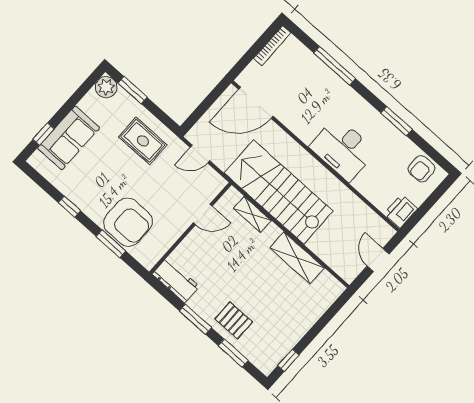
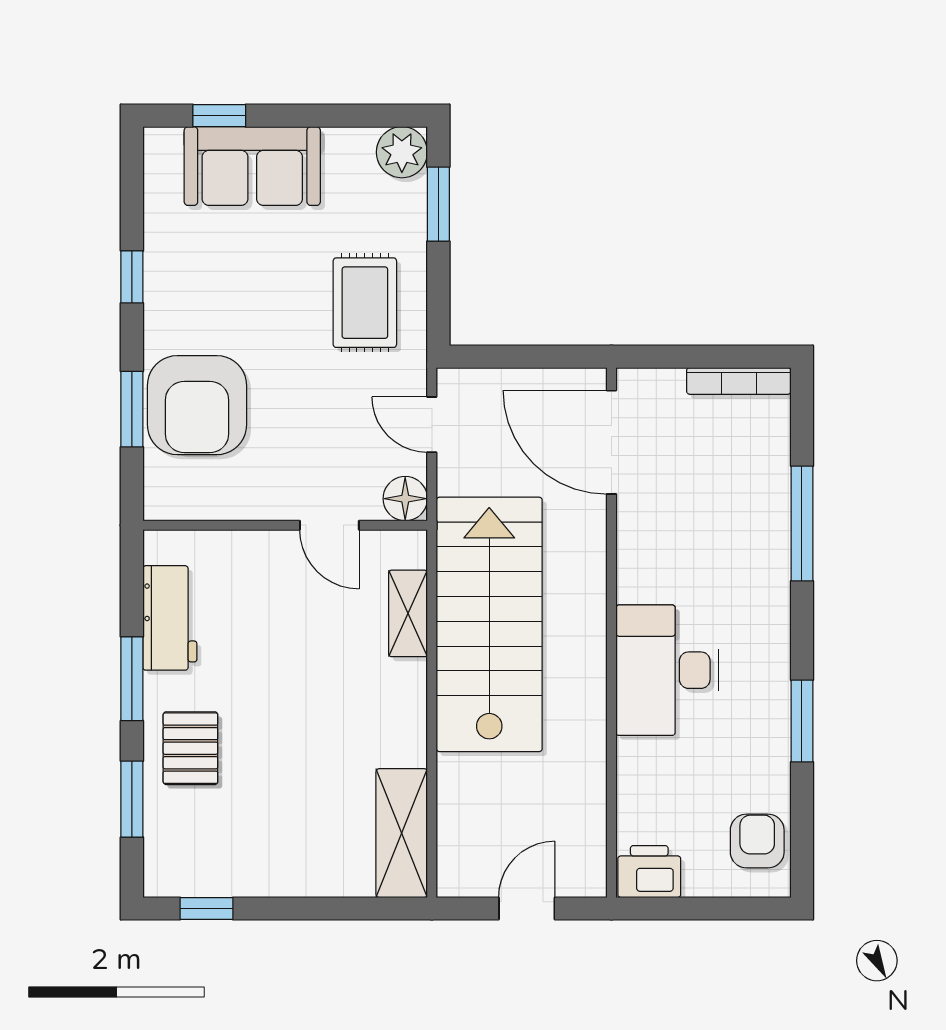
armchair: (422, 169) -> (757, 841), turned 90
floor lamp: (216, 183) -> (405, 499), added
shelving: (297, 258) -> (402, 833), moved
workbench: (176, 280) -> (170, 618), moved

